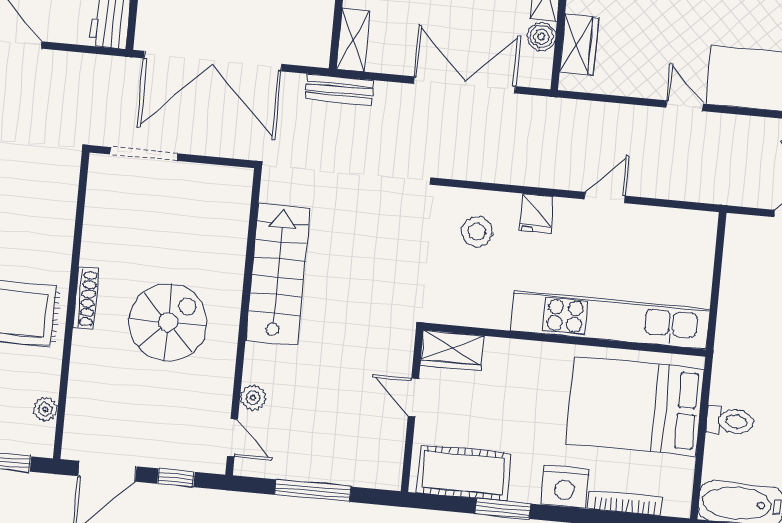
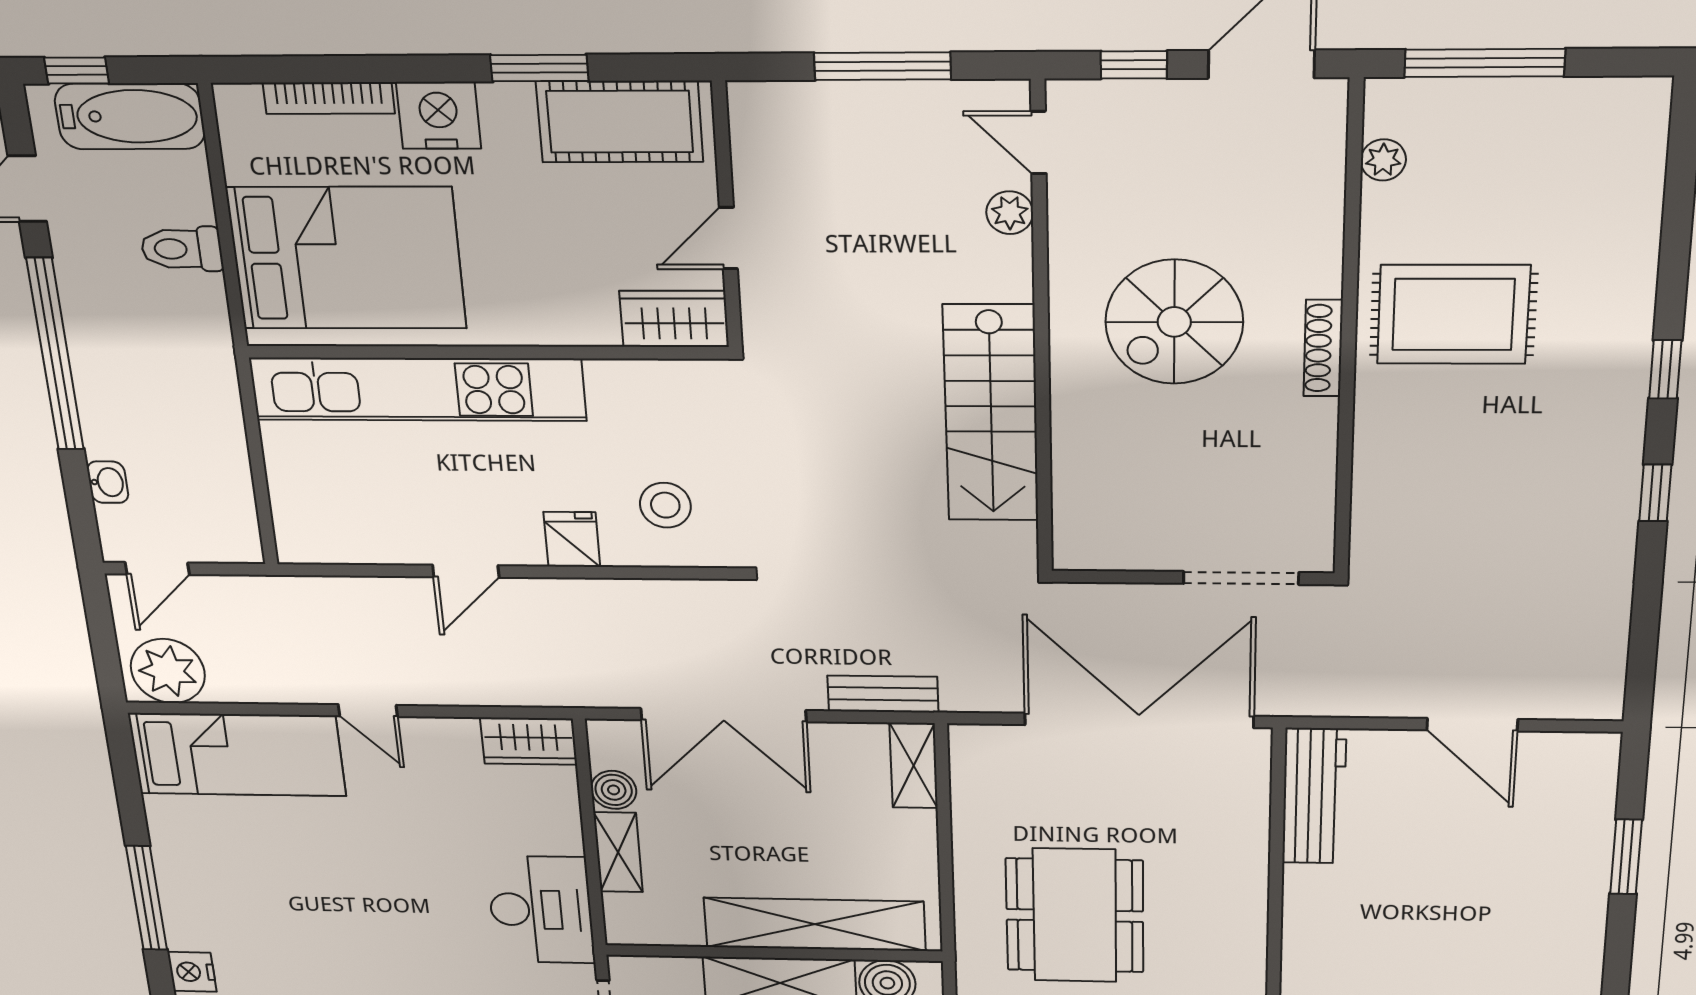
wardrobe: (579, 44) -> (529, 741), moved, turned -90
bench: (340, 90) -> (883, 694), moved
door: (413, 397) -> (728, 238), swing flipped

